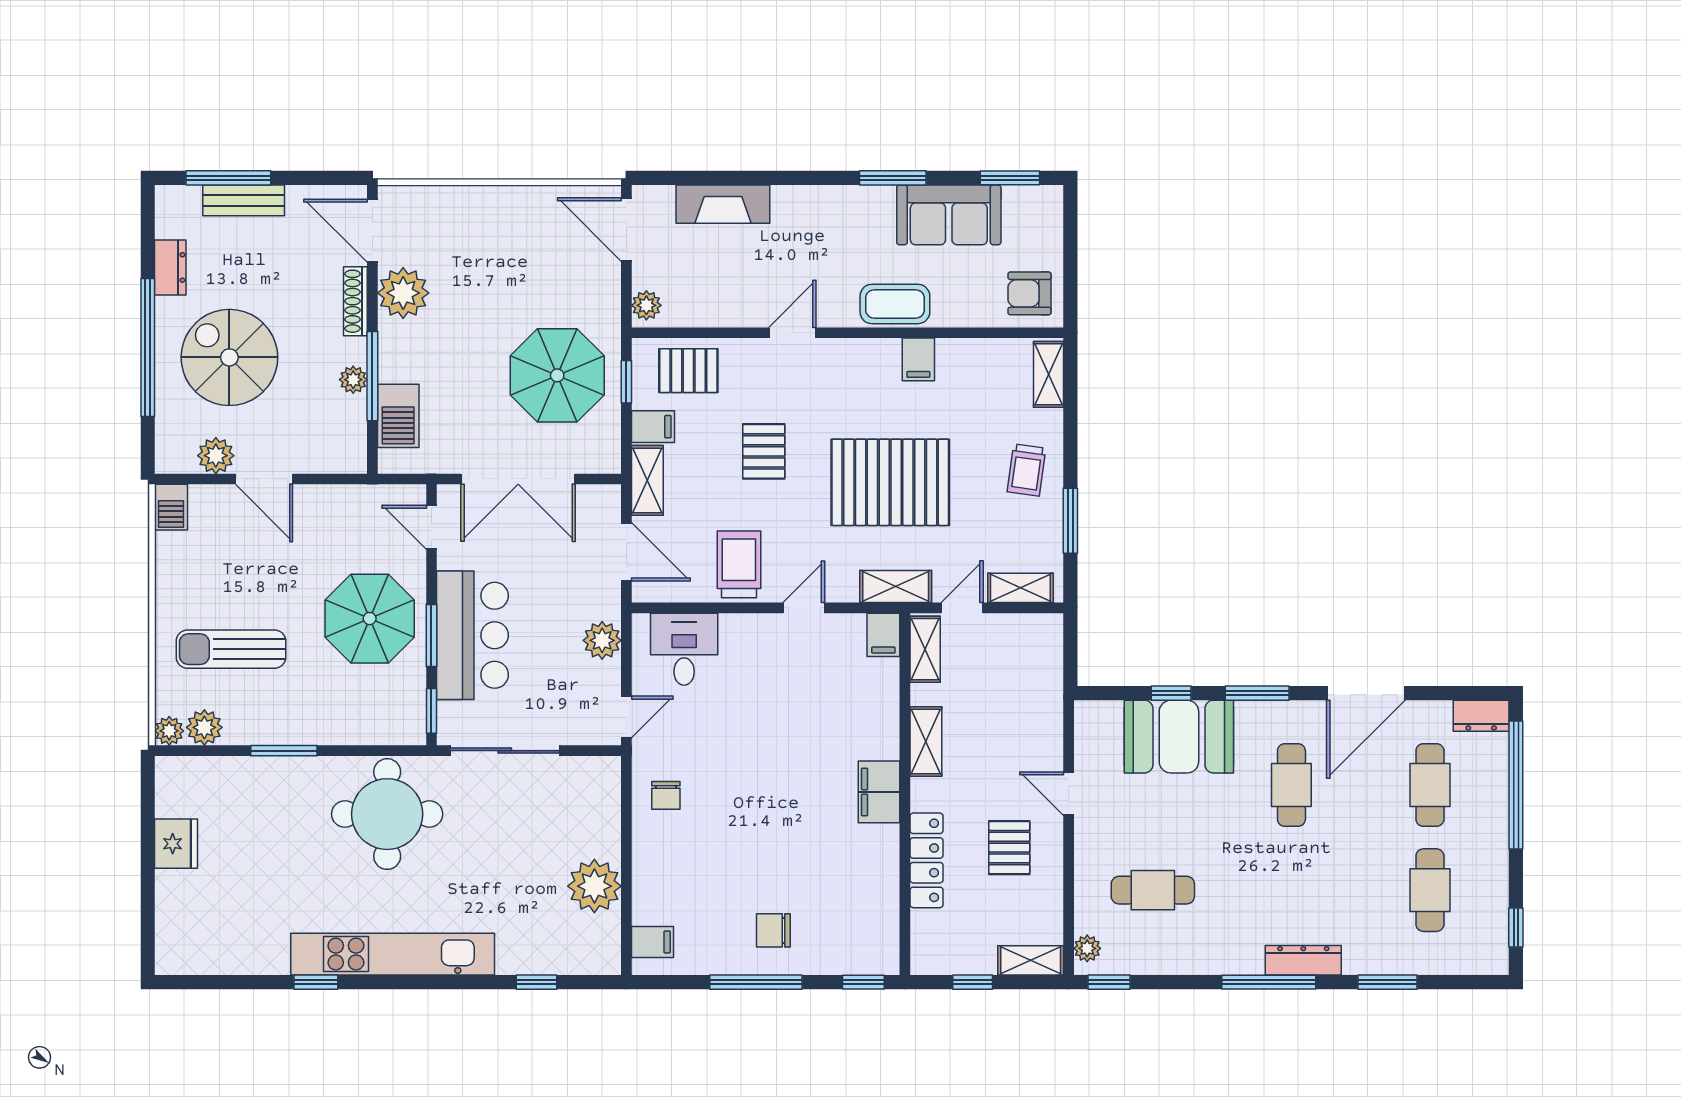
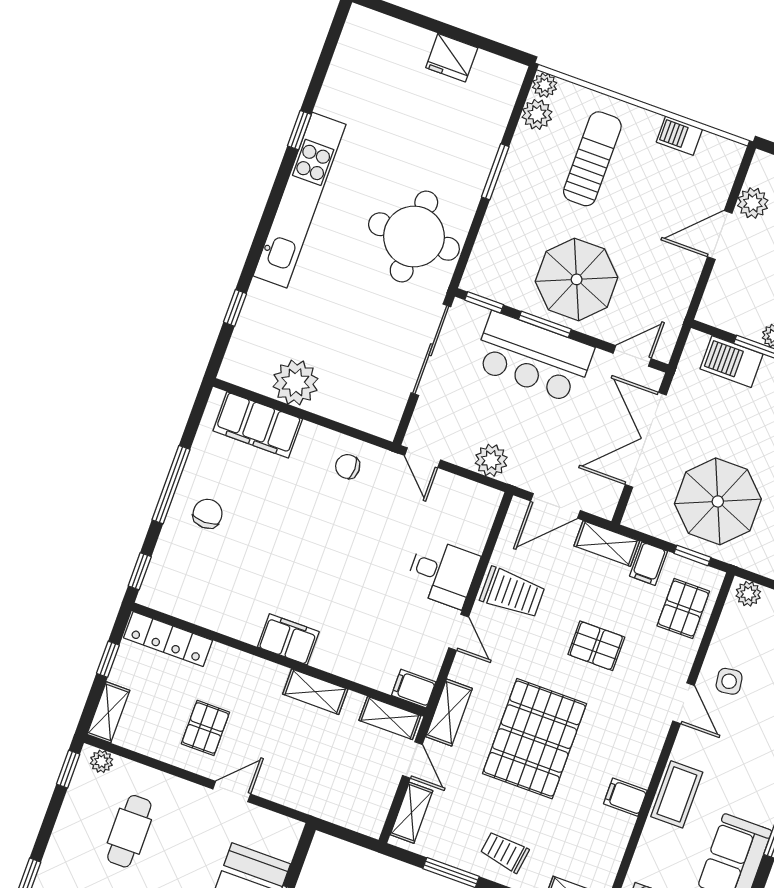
side table: (750, 292) -> (729, 681), added
barbecue: (171, 507) -> (679, 136), moved
desk: (684, 649) -> (442, 573), moved
pallet: (1009, 848) -> (205, 728), turned 90
locker: (927, 860) -> (168, 639), moved
filing cabinet: (653, 942) -> (258, 425), width x3.00, depth x1.17

